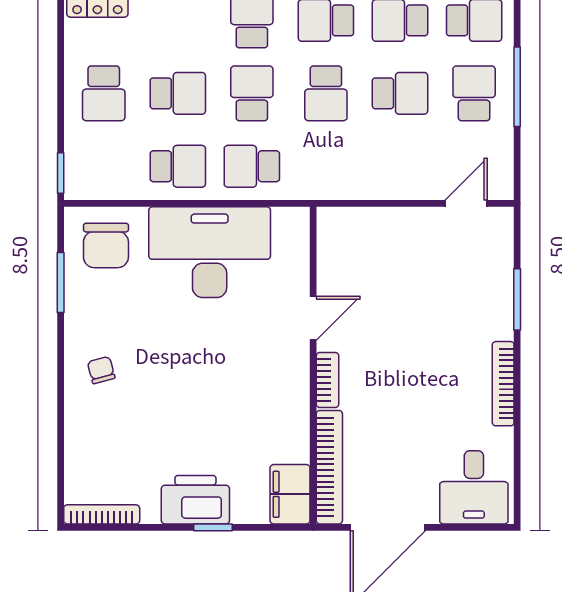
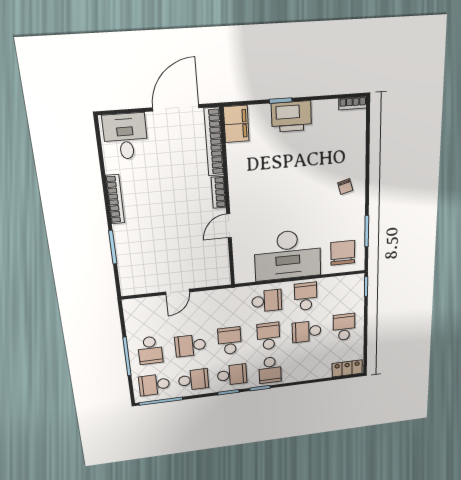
school desk: (252, 93) -> (268, 336), turned 180
school desk: (178, 166) -> (306, 296), turned 90
door: (466, 203) -> (178, 292), moved
bookcase: (102, 514) -> (353, 103), width x0.64

